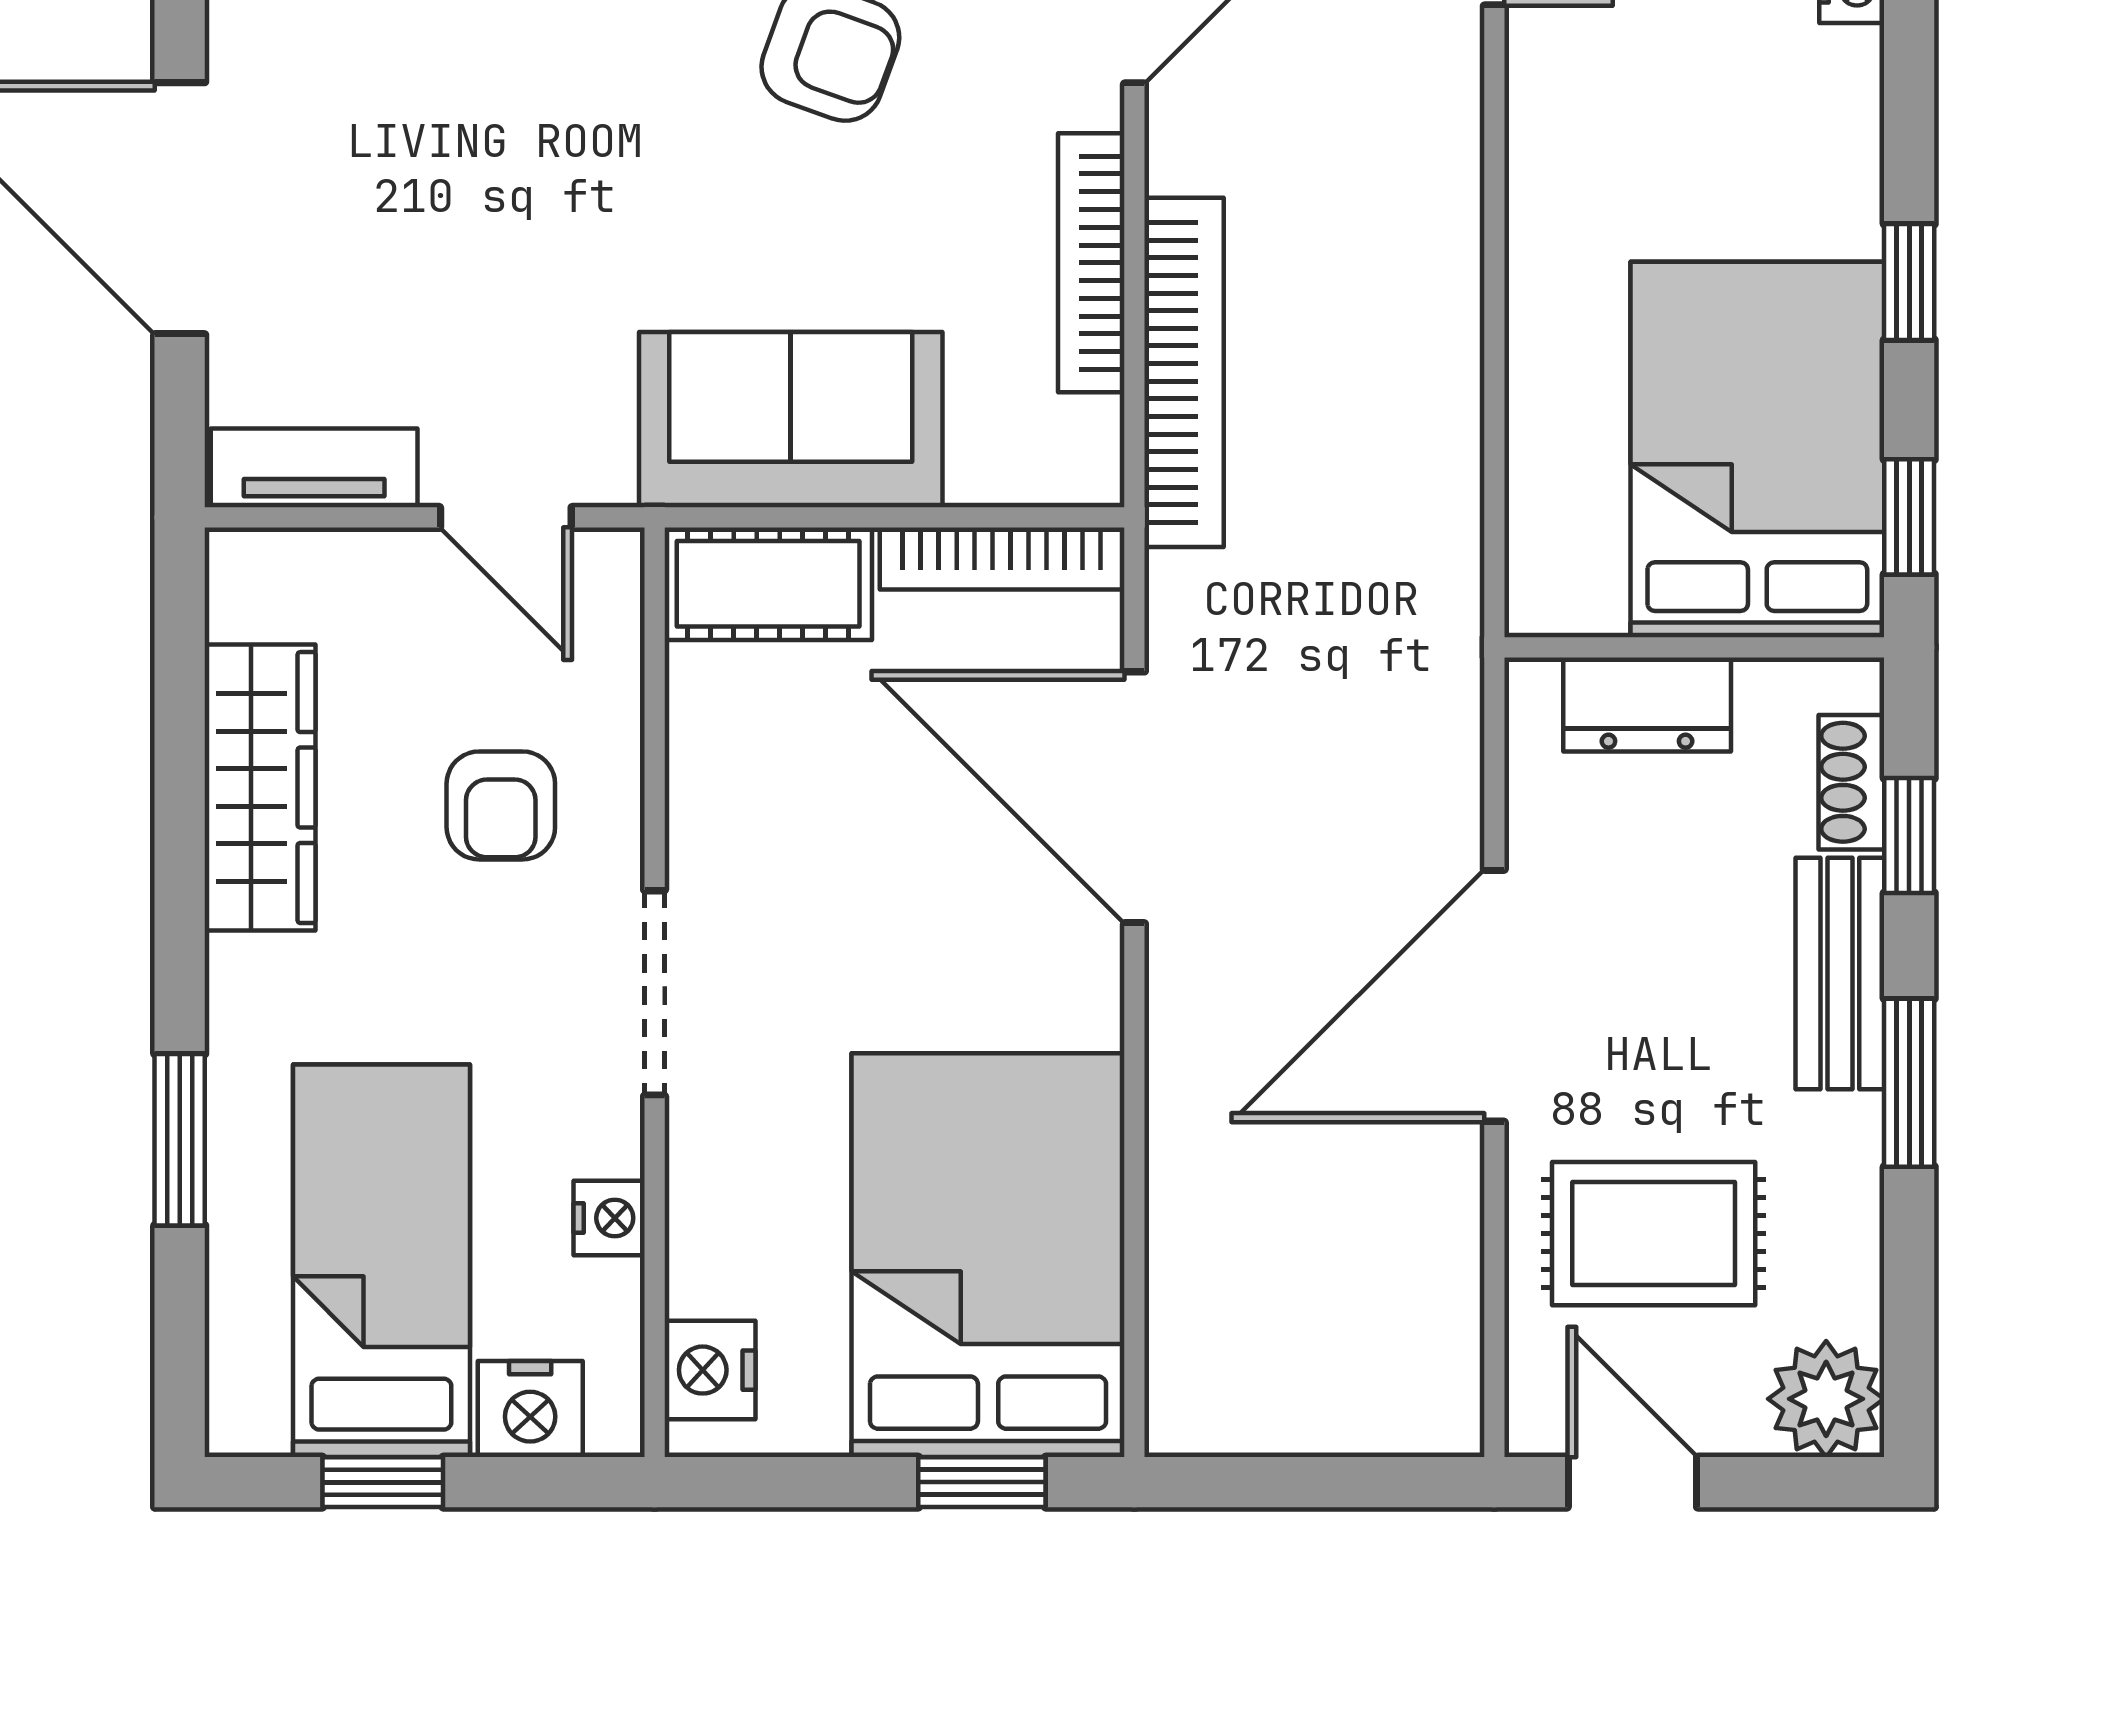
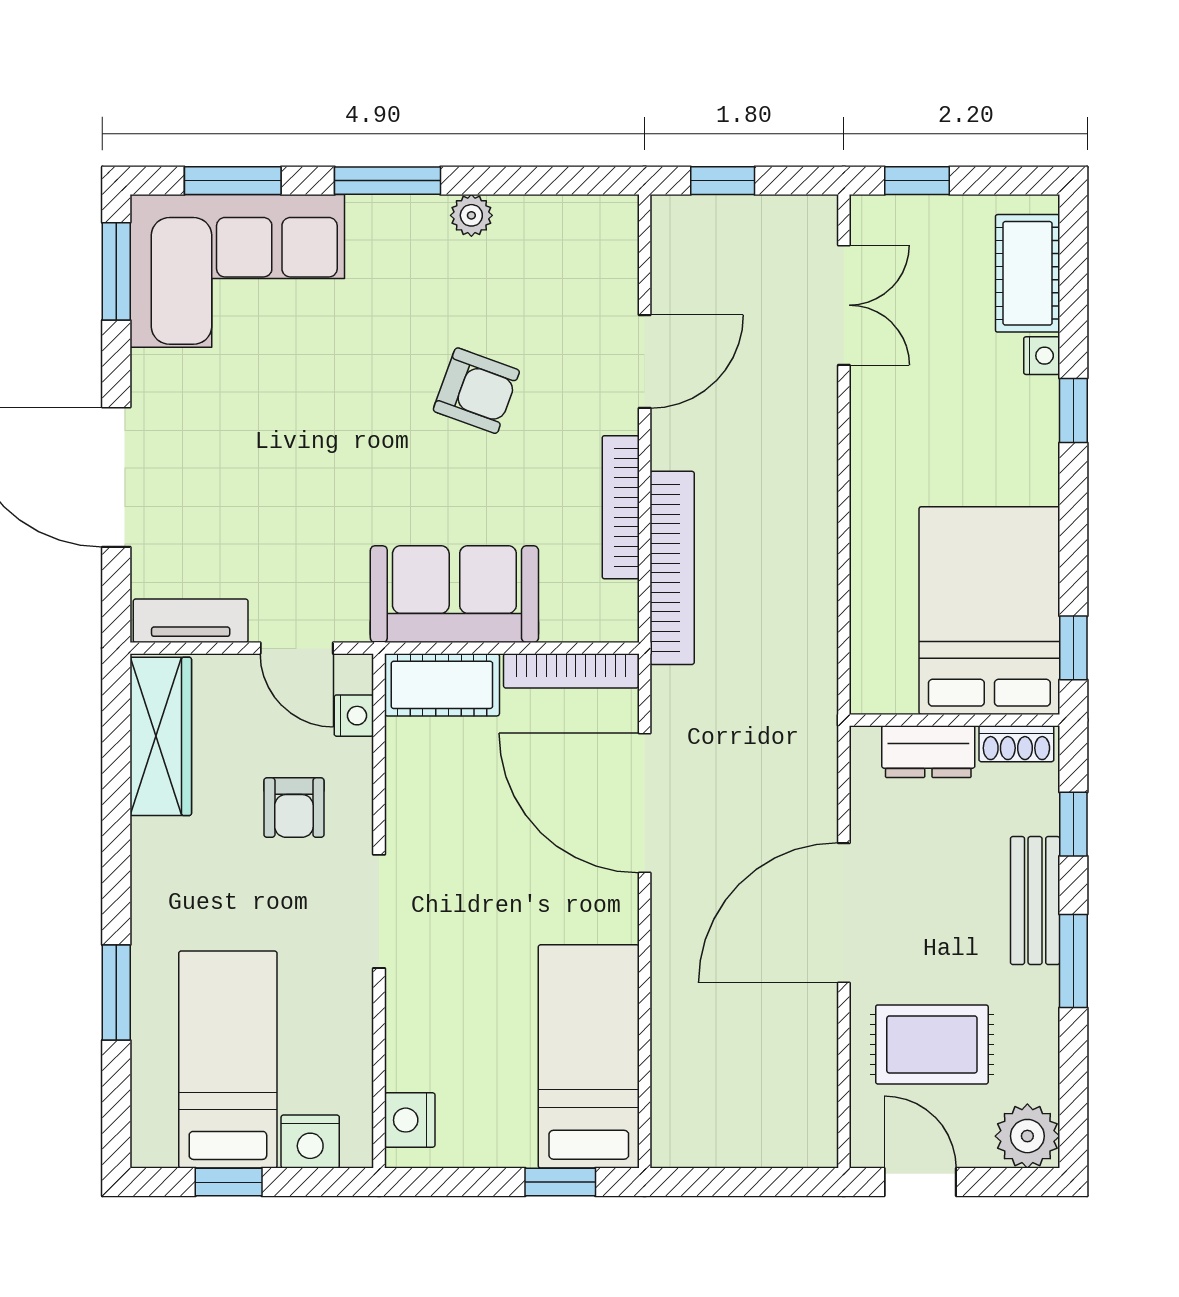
window: (1909, 282) -> (1073, 410), moved
shoe rack: (1851, 782) -> (1016, 744), moved, turned -90
wardrobe: (260, 788) -> (161, 736), moved
nightstand: (609, 1218) -> (354, 716), moved
bed: (988, 1255) -> (589, 1056), width x0.67

